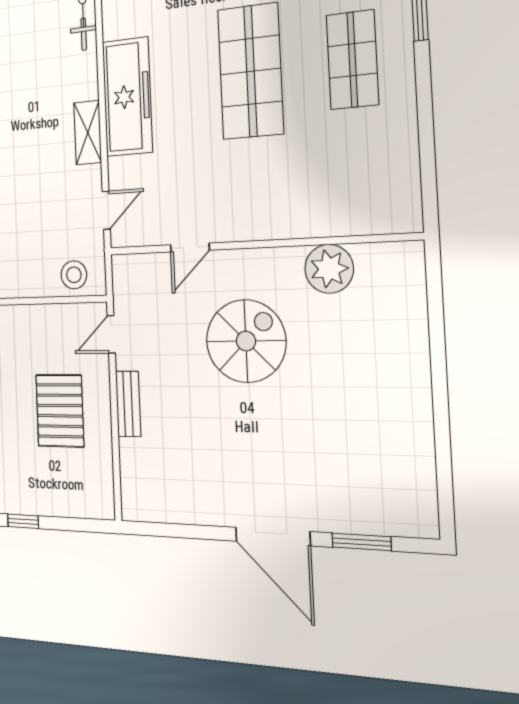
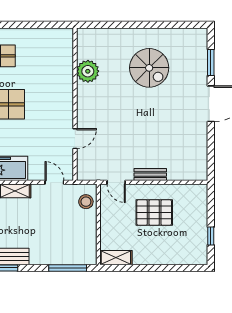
door: (190, 248) -> (75, 139), hinge flipped
spiral stairs: (246, 341) -> (149, 68), moved, turned 180

